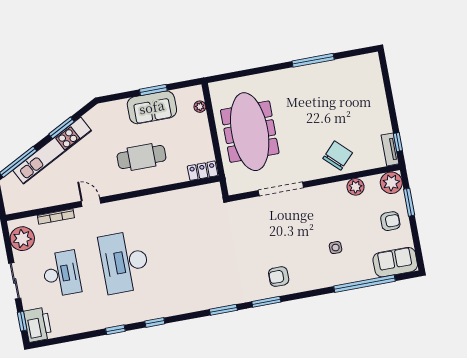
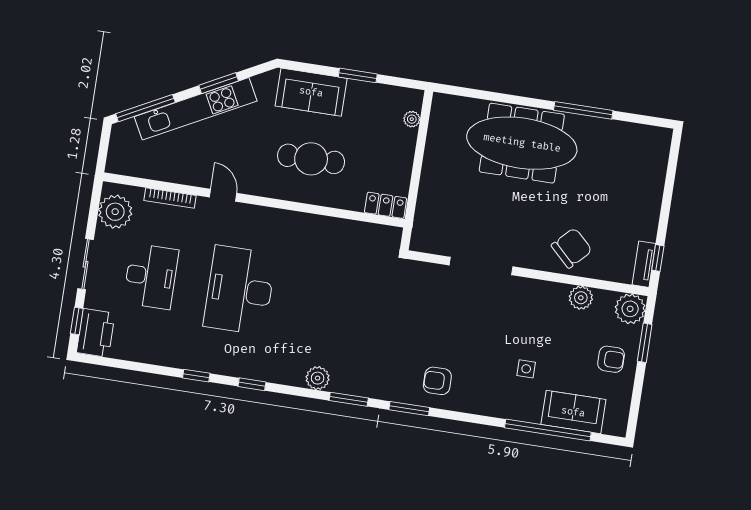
sofa: (152, 107) -> (311, 92), moved
meeting table: (250, 132) -> (522, 143), moved, turned 90
sofa: (395, 262) -> (573, 412), moved
plant: (197, 303) -> (318, 378), added

